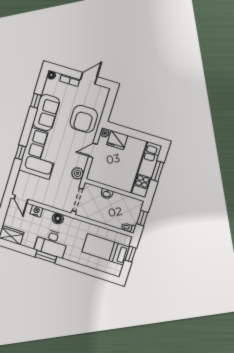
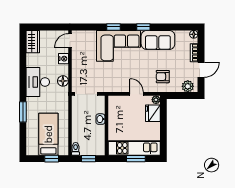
door: (89, 78) -> (201, 70), hinge flipped
window: (36, 101) -> (143, 27), moved
armchair: (84, 119) -> (163, 77), width x0.53, depth x0.53
plant: (78, 173) -> (188, 86), moved
window: (46, 257) -> (23, 112), moved

